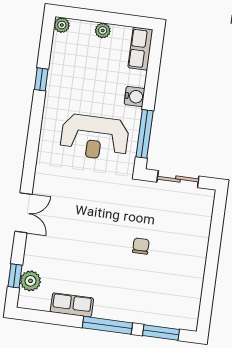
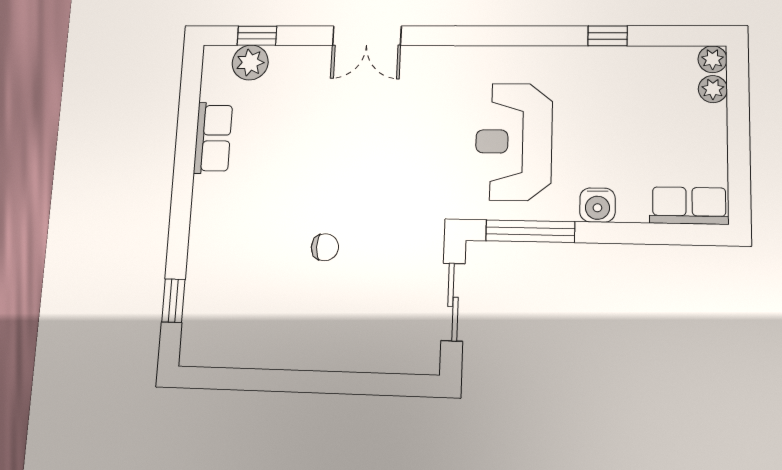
plant: (103, 30) -> (713, 89), moved
window: (107, 325) -> (181, 204), removed
window: (161, 332) -> (173, 301), width x0.67

